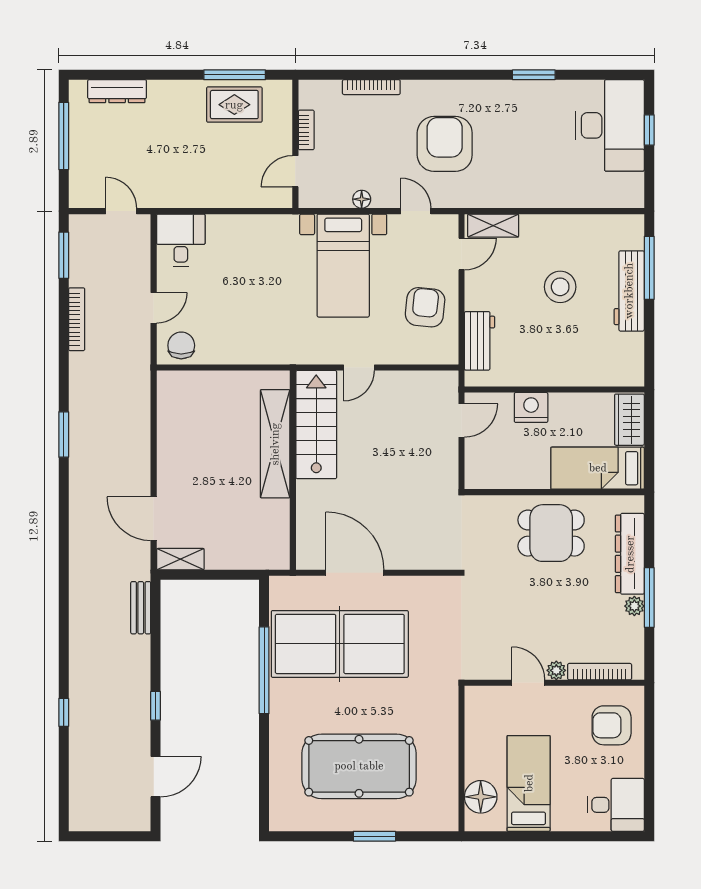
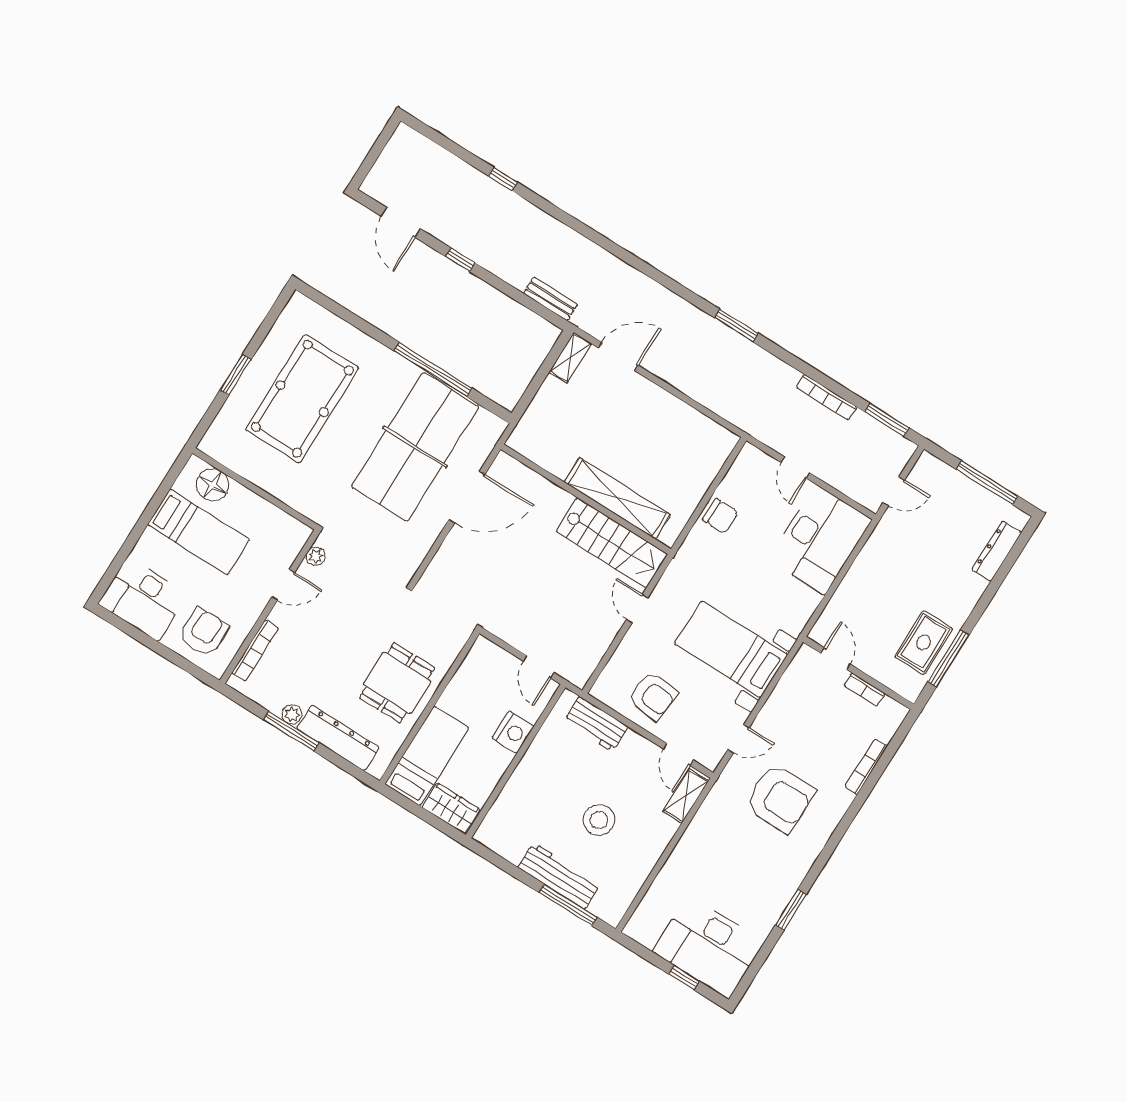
floor lamp: (362, 199) -> (777, 700), removed
desk: (181, 240) -> (820, 540), width x1.87, depth x1.30
chair: (181, 345) -> (720, 516), moved
plant: (556, 670) -> (316, 556), moved
desk: (616, 805) -> (143, 599), width x1.37

